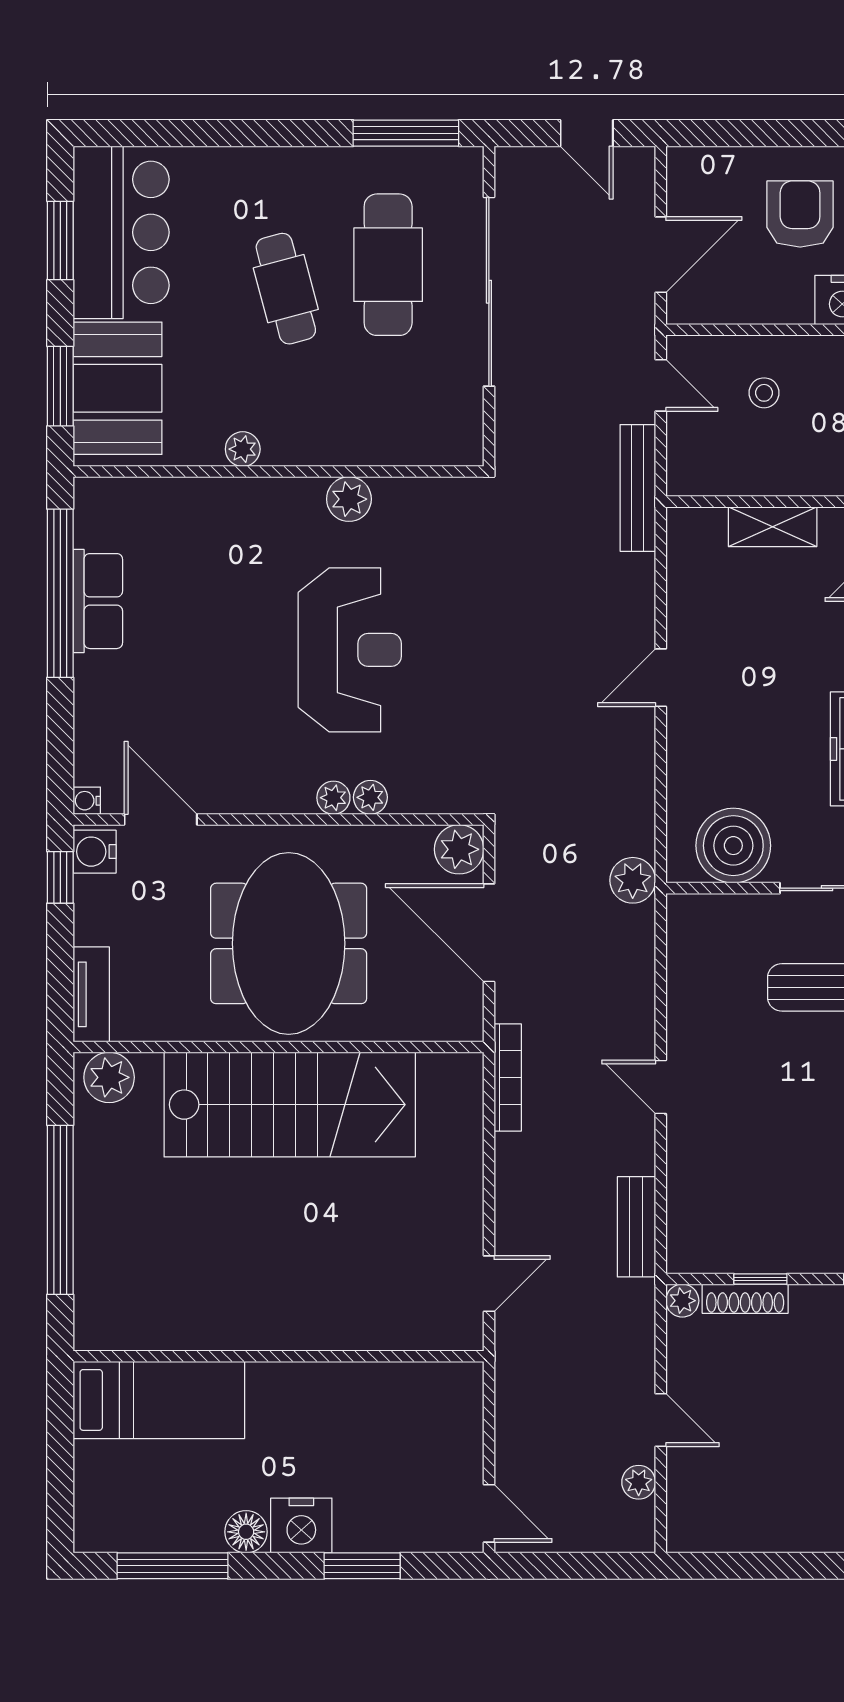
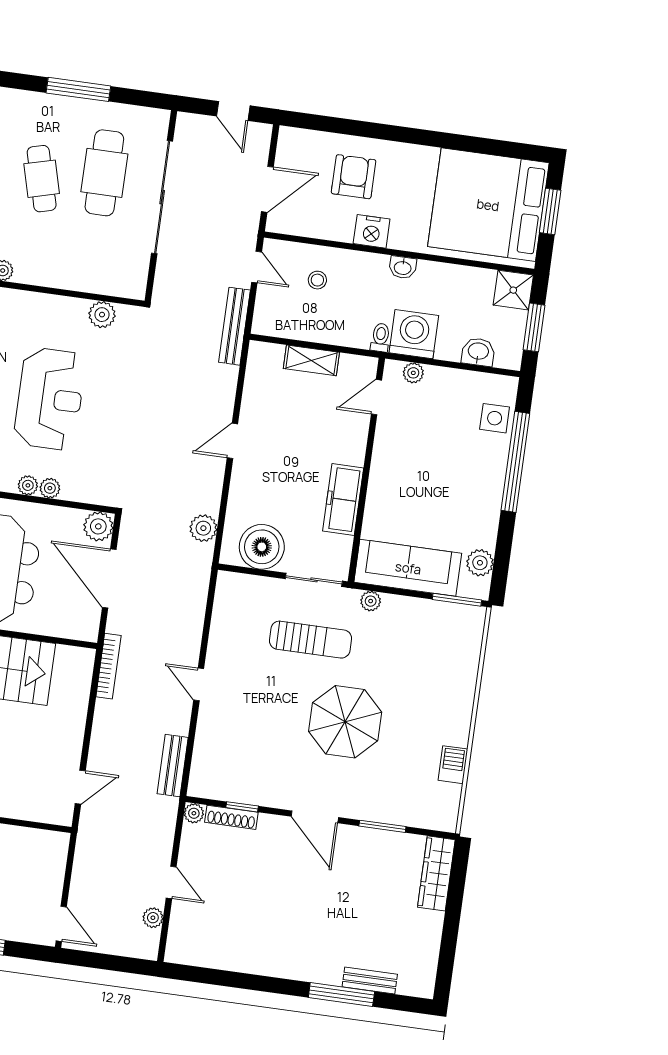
window: (406, 133) -> (78, 89), moved
plant: (349, 499) -> (102, 315), moved
plant: (633, 880) -> (203, 528), moved

